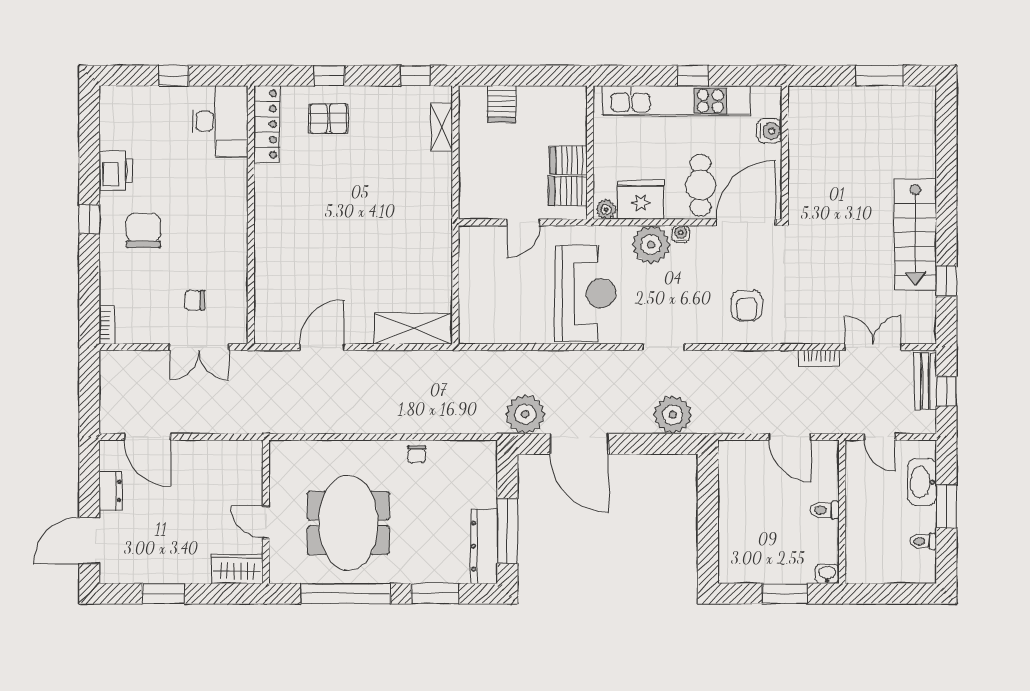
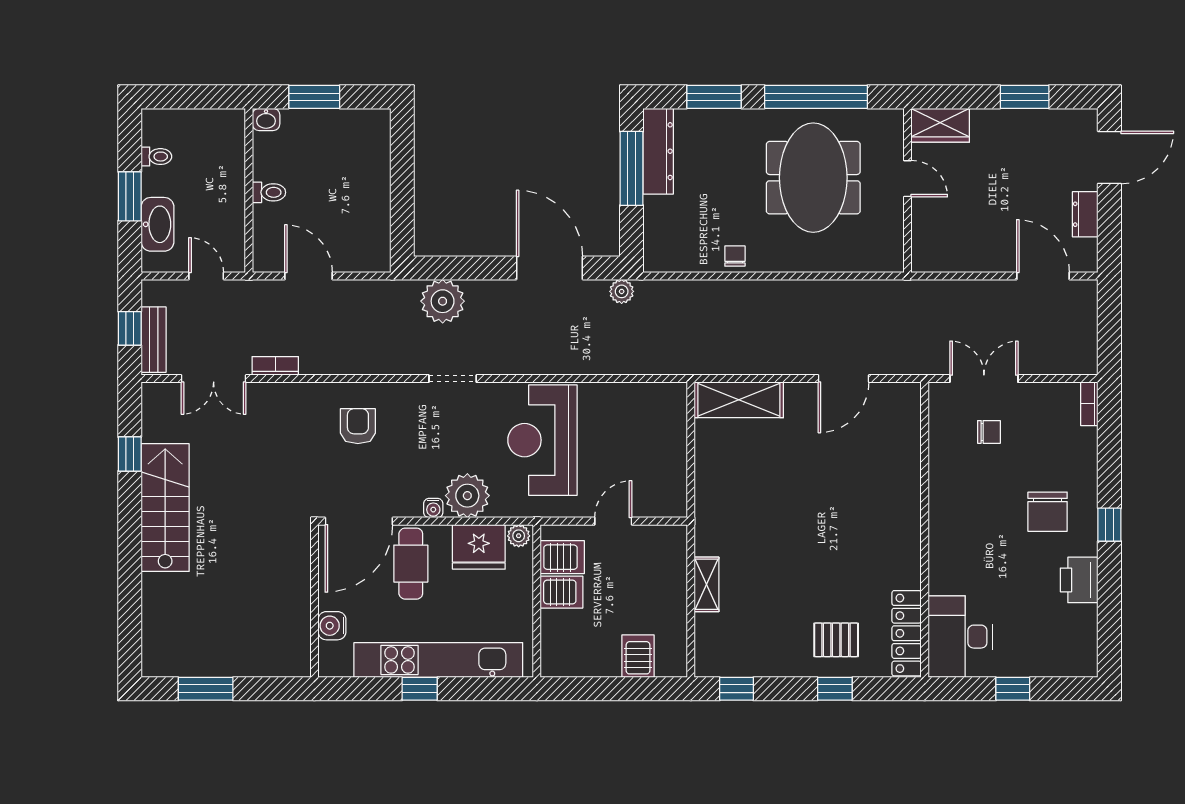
shelving: (442, 127) -> (706, 584), moved
plant: (525, 414) -> (622, 291), width x0.53, depth x0.53

